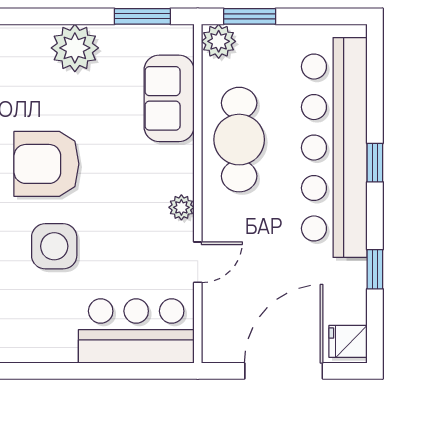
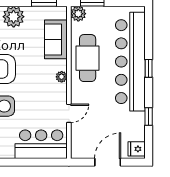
plant: (181, 207) -> (62, 77), moved
door: (284, 371) -> (108, 162), width x0.73

